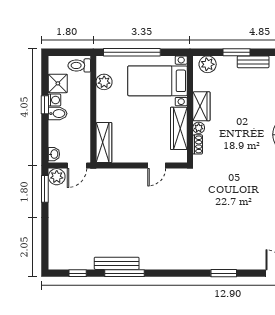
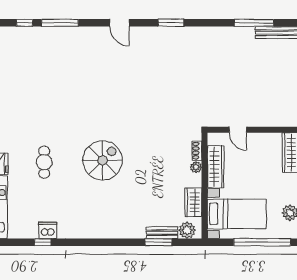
bench: (253, 62) -> (162, 233), moved
wardrobe: (201, 106) -> (193, 202), moved
door: (157, 166) -> (238, 130), swing flipped
window: (125, 273) -> (254, 23), moved

